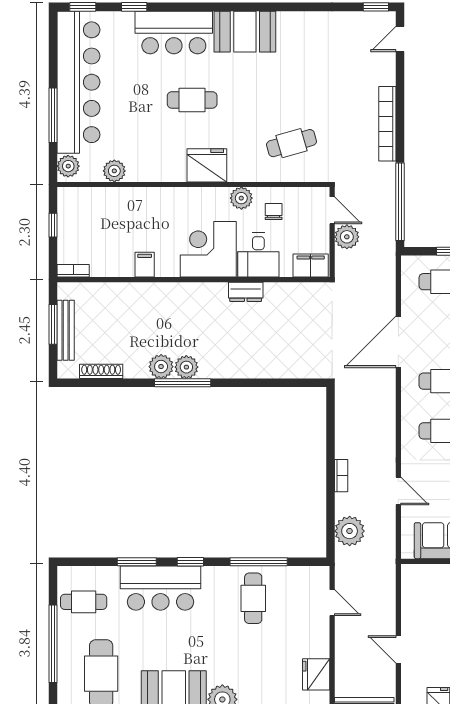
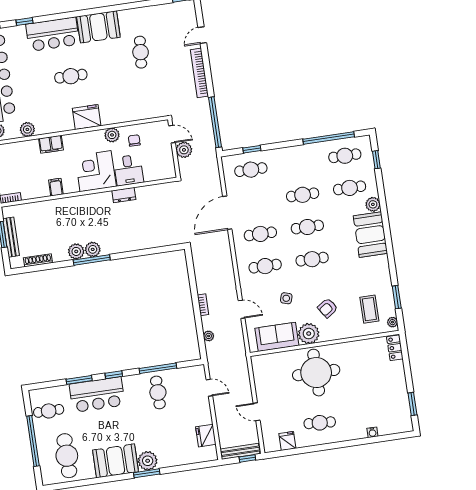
door: (400, 39) -> (202, 35), moved
cafe table: (292, 143) -> (141, 52), moved, turned -69
filing cabinet: (311, 266) -> (51, 144), moved, turned 180
plant: (350, 531) -> (209, 336), width x0.53, depth x0.53

